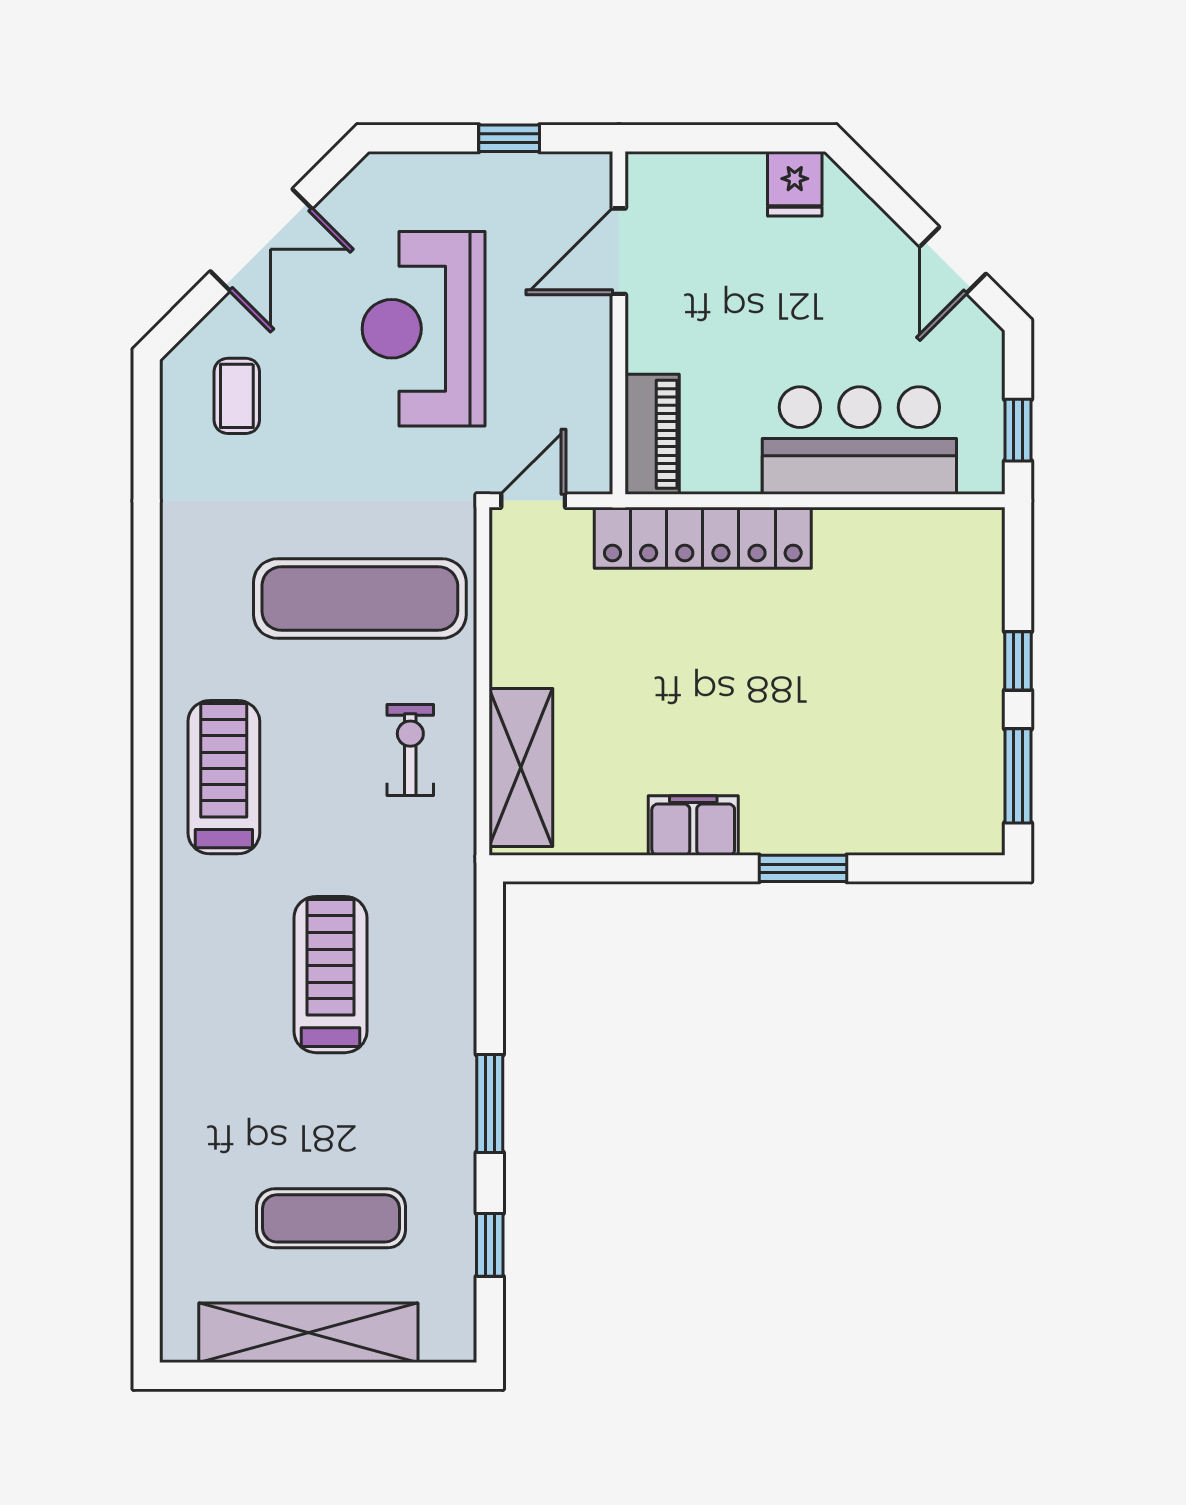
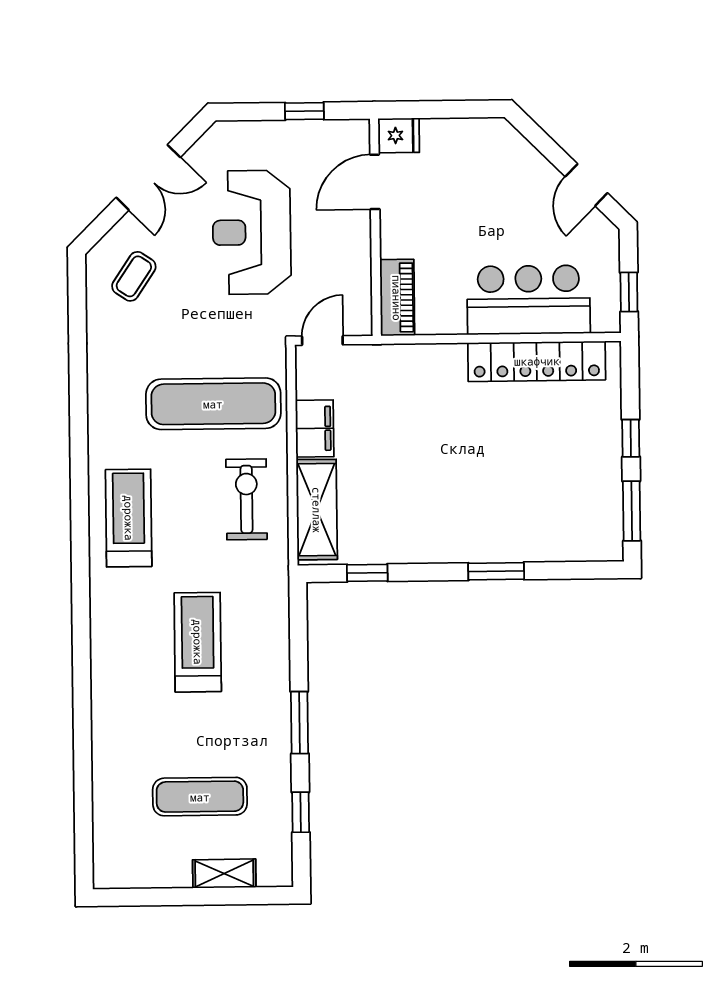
fridge: (795, 184) -> (399, 135), moved, turned -90
coffee table: (237, 396) -> (134, 276), turned 34
locker: (703, 538) -> (537, 361), moved
exercise bike: (410, 750) -> (246, 499), width x1.38, depth x1.39
filing cabinet: (693, 825) -> (315, 428), moved, turned 90
window: (599, 868) -> (367, 573), added
shelving: (308, 1333) -> (224, 874), width x0.45, depth x0.75

